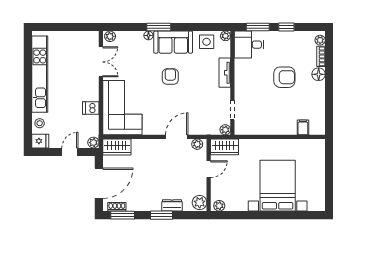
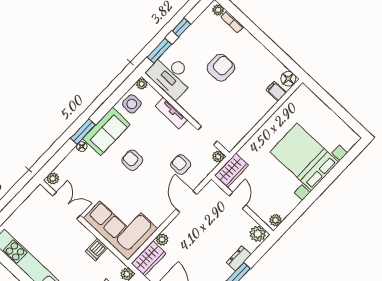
desk: (249, 45) -> (171, 75), width x1.37
floor lamp: (319, 74) -> (288, 79), moved
armchair: (197, 110) -> (181, 165), added
plant: (197, 144) -> (162, 239), moved

